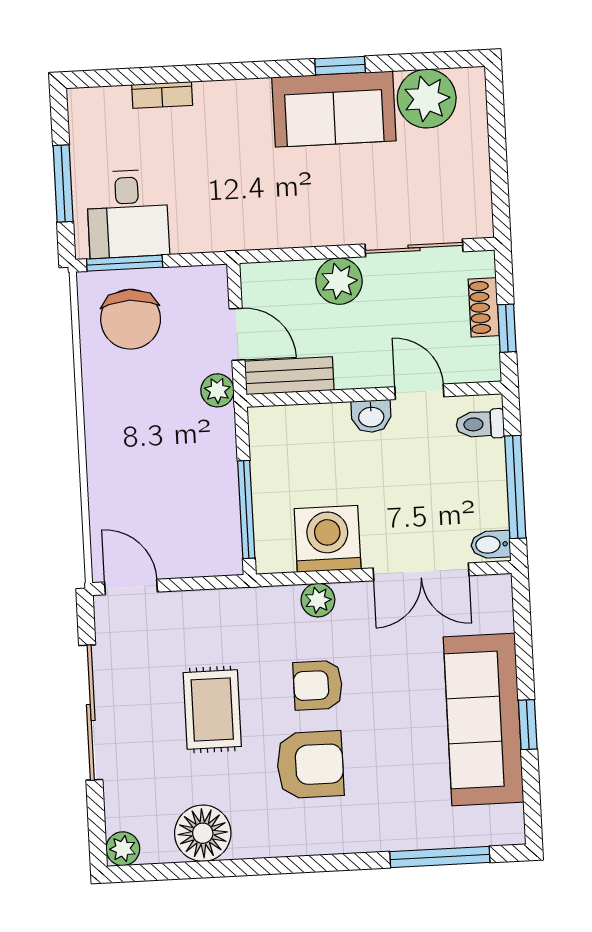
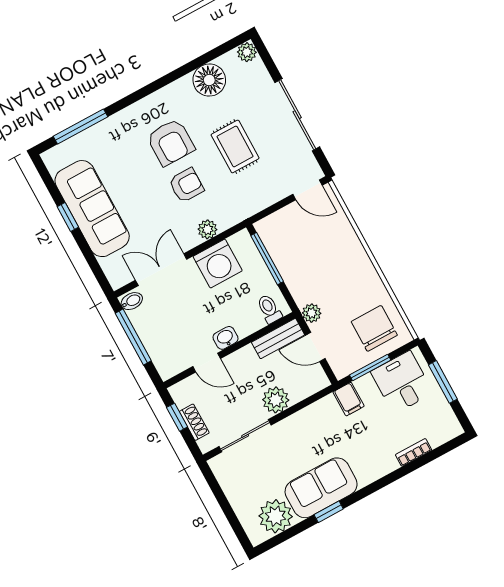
filing cabinet: (224, 228) -> (349, 399), added
window: (125, 263) -> (370, 368), moved
toilet: (480, 424) -> (269, 309), moved, turned -90
armchair: (310, 765) -> (171, 142), turned -90

